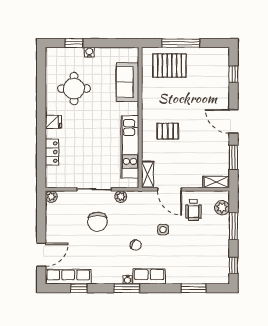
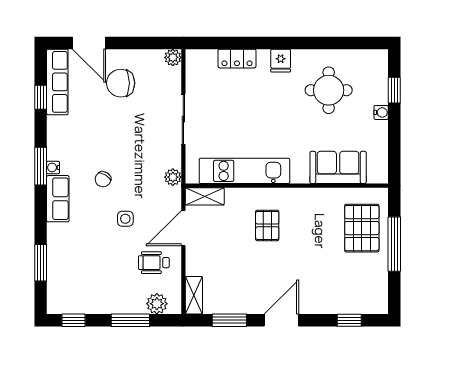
plant: (121, 197) -> (173, 177), moved
chair: (97, 222) -> (121, 83), moved

